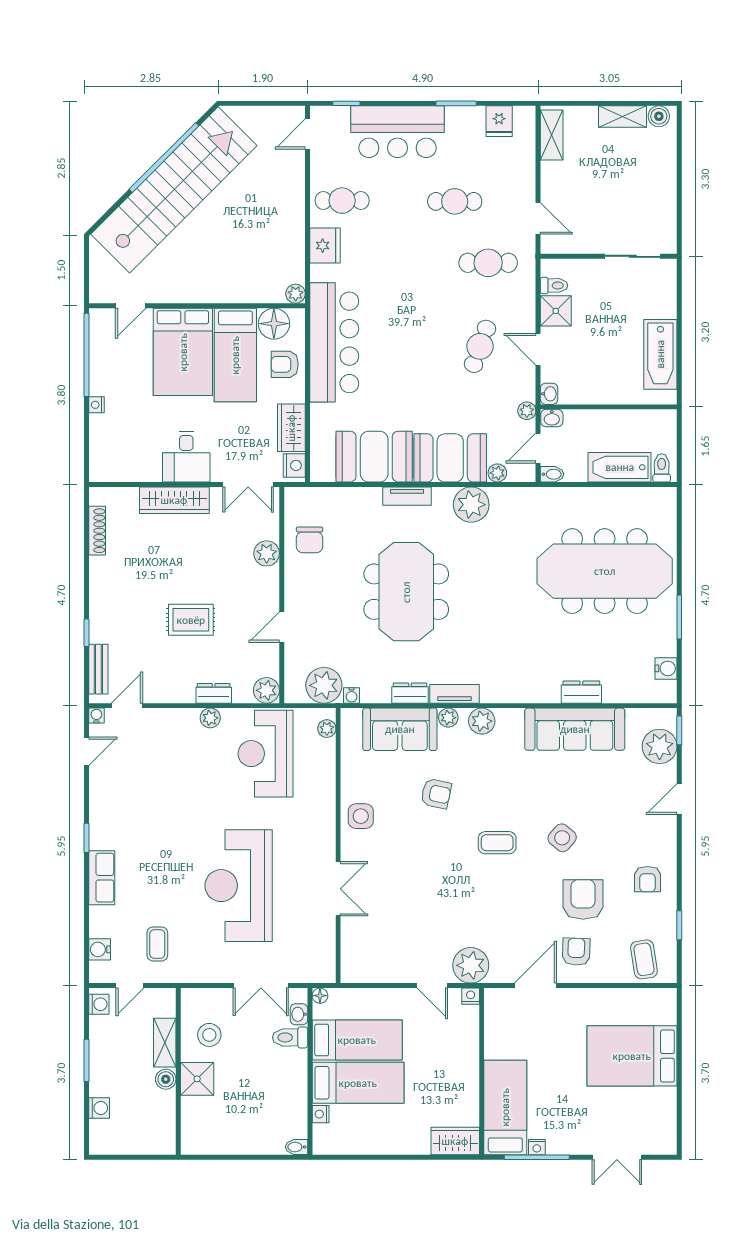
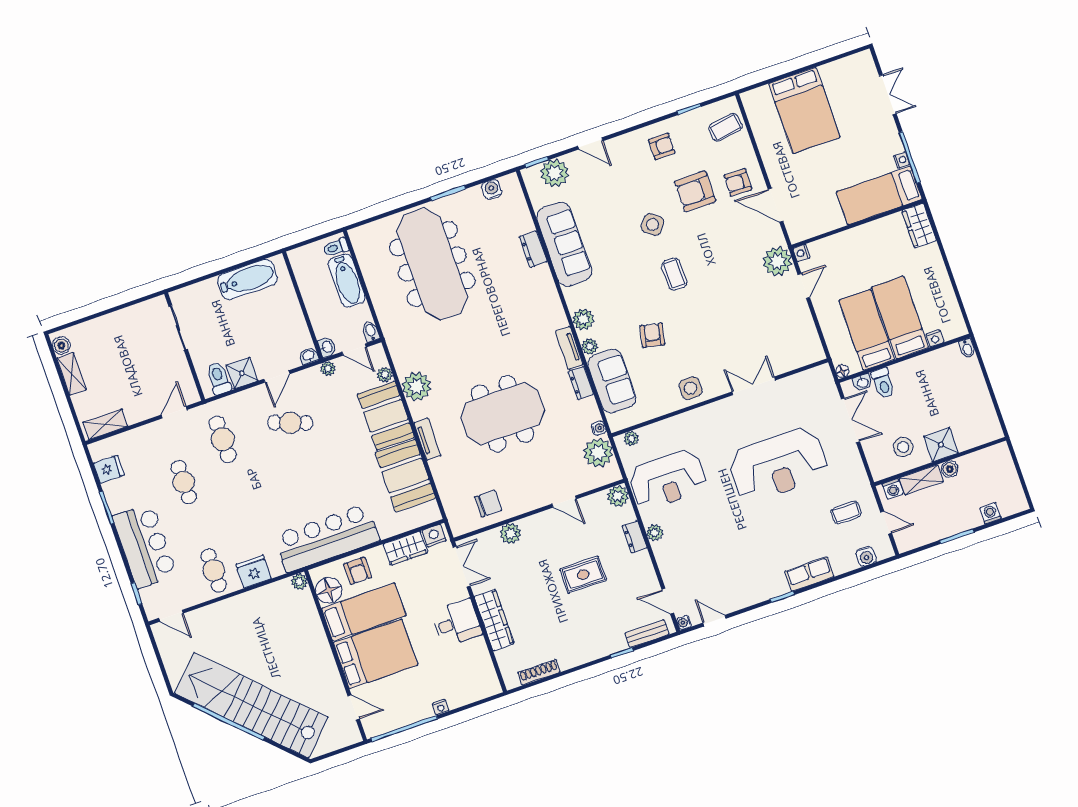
toilet: (554, 285) -> (219, 378), width x1.37, depth x1.39
rug: (191, 620) -> (583, 575), turned 90
washing machine: (99, 1004) -> (893, 489), moved, turned 180

